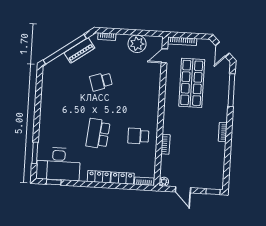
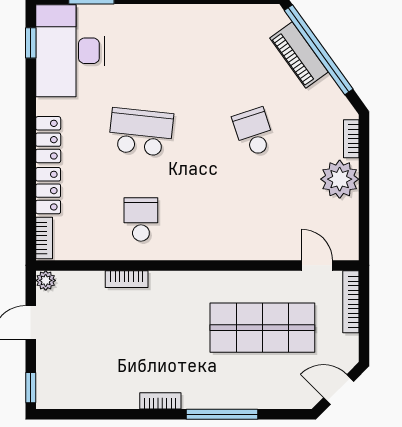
plant: (137, 44) -> (340, 179), moved
piano: (79, 50) -> (299, 55), moved
window: (231, 90) -> (222, 414), moved

